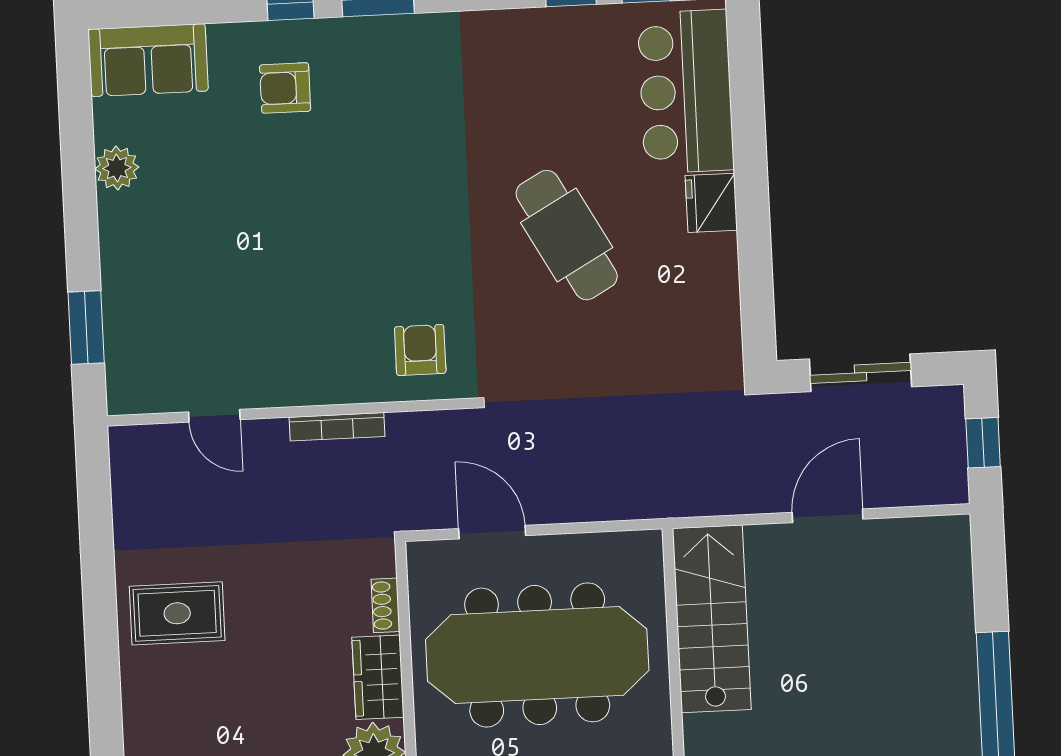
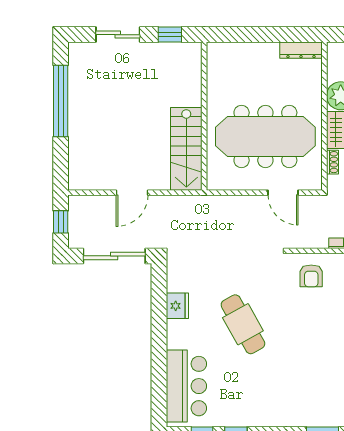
fridge: (711, 203) -> (177, 306), moved
sliding door: (860, 373) -> (114, 256), width x1.37

